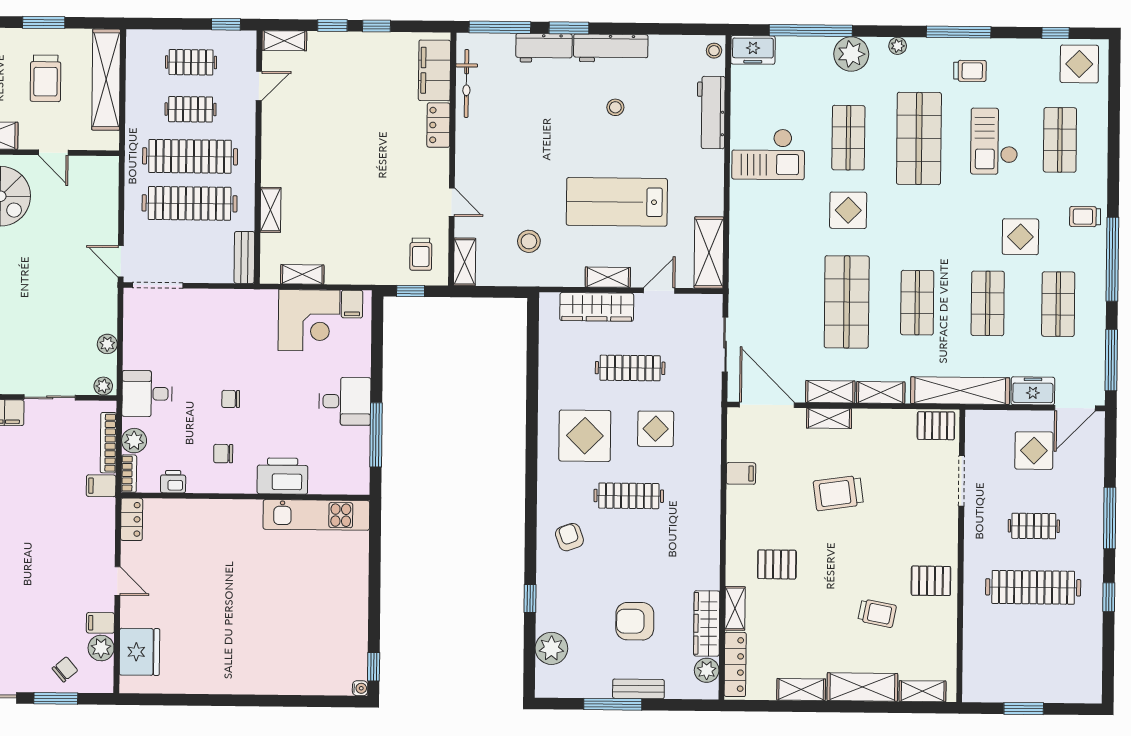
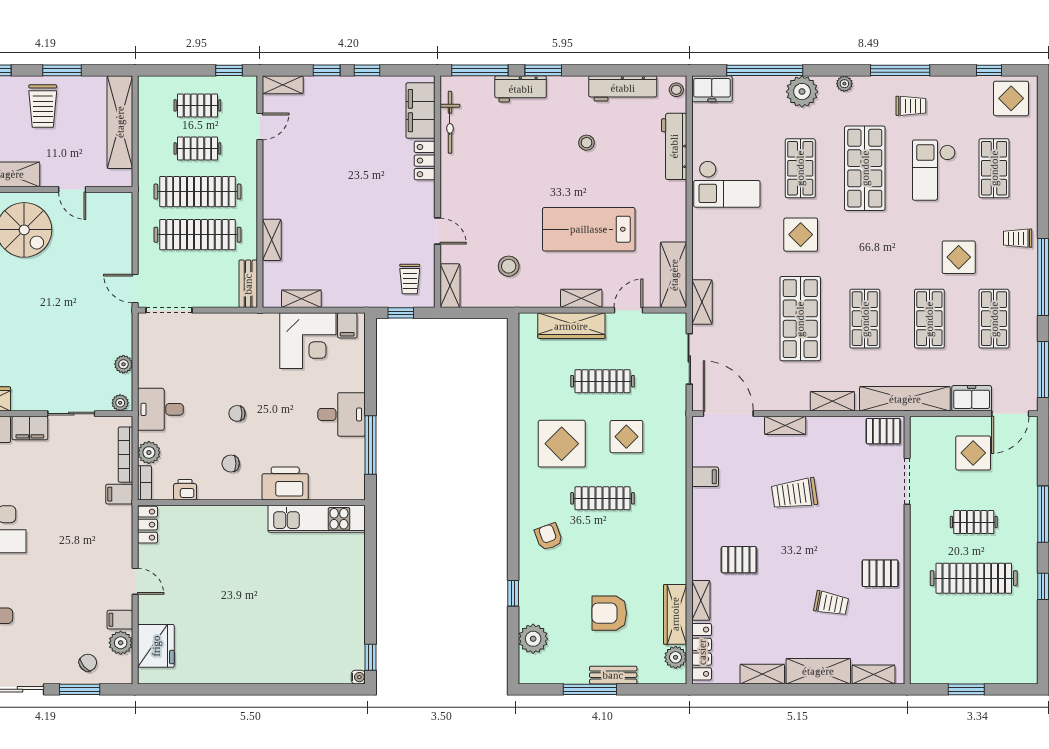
workbench: (611, 48) -> (623, 88), moved
trolley: (46, 78) -> (43, 106), moved
shelving: (830, 392) -> (702, 302), moved, turned 90

